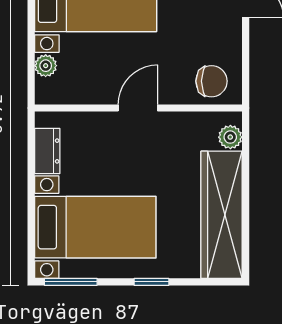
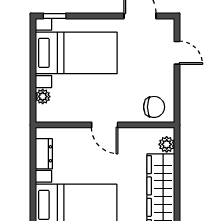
door: (138, 108) -> (105, 125), swing flipped

